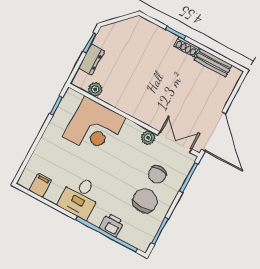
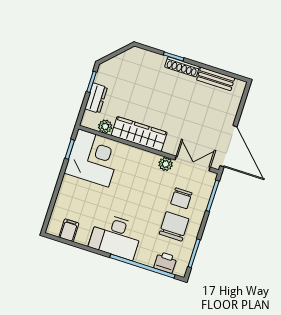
shoe rack: (186, 47) -> (182, 67), width x1.43
wardrobe: (127, 103) -> (139, 134), added
corner desk: (94, 127) -> (93, 158), moved, turned -90
desk: (80, 197) -> (116, 236), width x1.37
printer: (112, 225) -> (165, 262), moved

